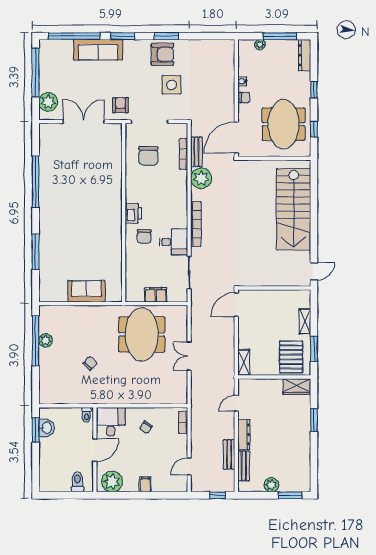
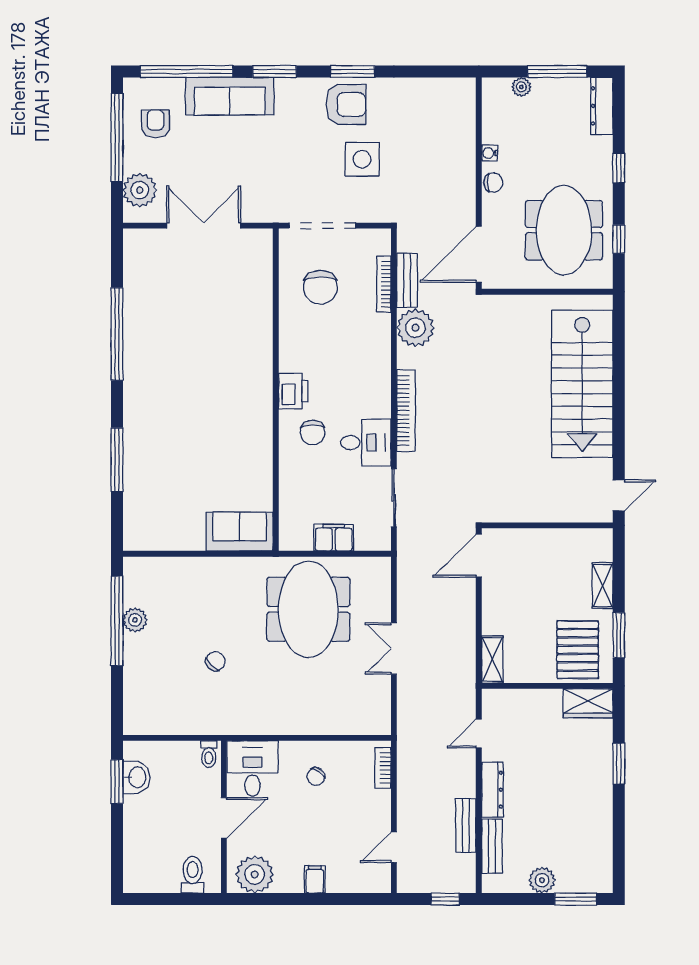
armchair: (121, 105) -> (155, 124), moved
sofa: (86, 291) -> (239, 532), moved

